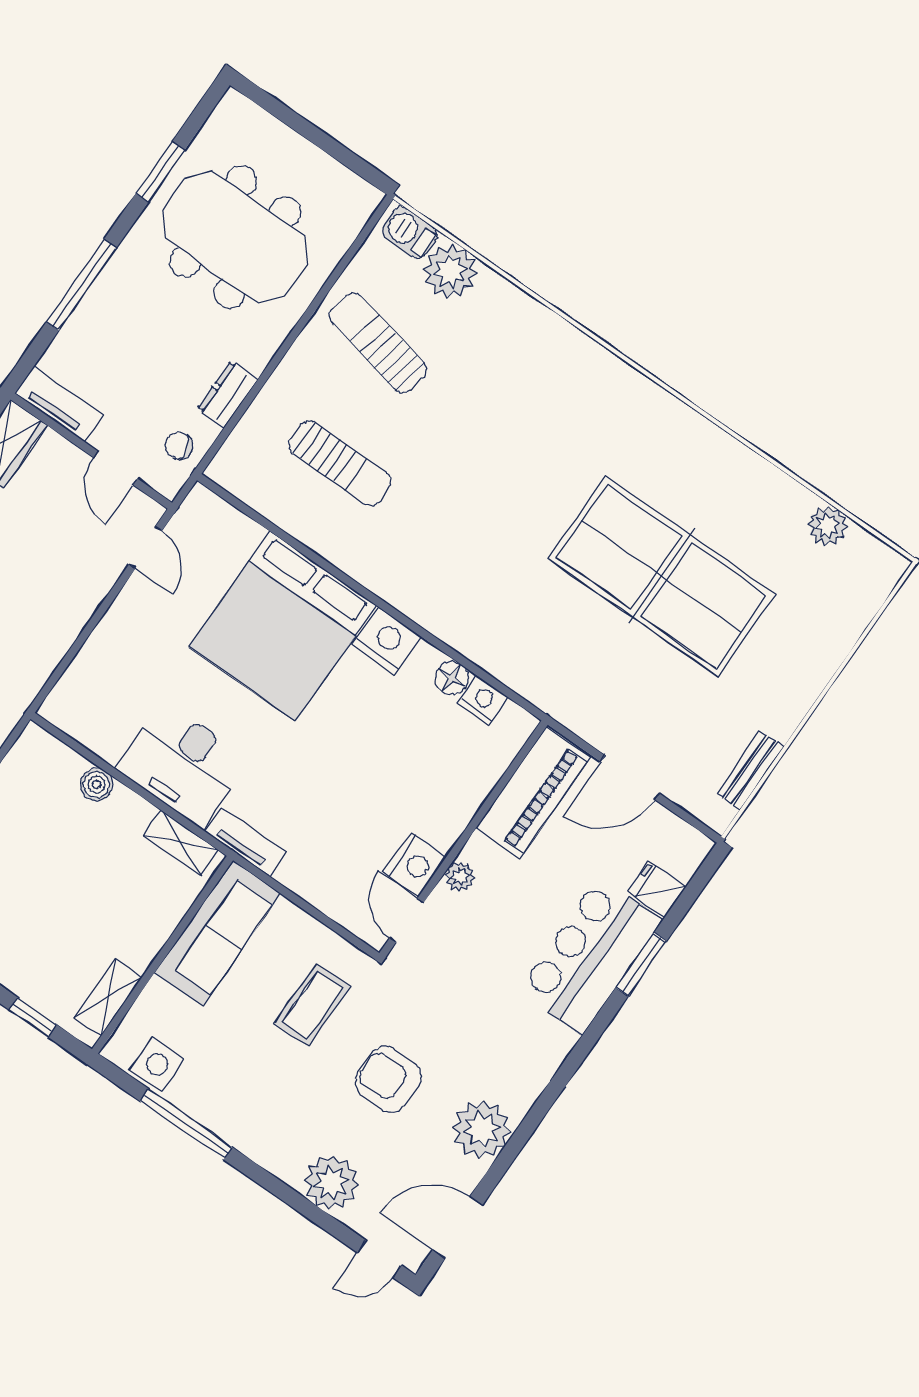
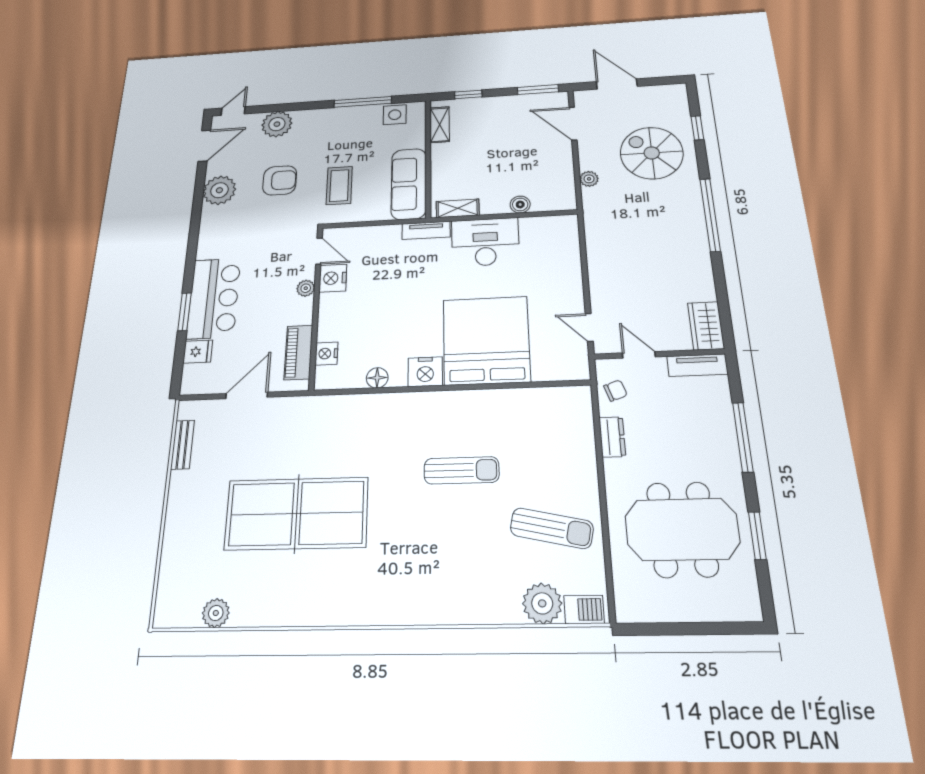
sun lounger: (340, 463) -> (462, 470), moved, turned 180
nightstand: (483, 700) -> (326, 354), moved, turned 90
piano: (533, 792) -> (298, 352), width x0.73, depth x0.75

